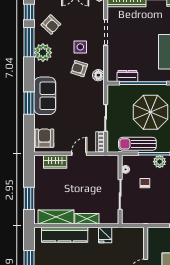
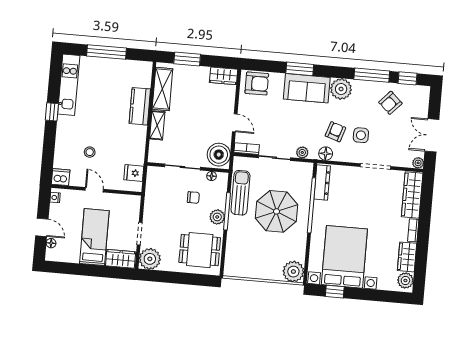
plant: (43, 53) -> (341, 89), moved
dresser: (127, 76) -> (322, 183), width x1.44
plant: (99, 95) -> (302, 152), added
wardrobe: (55, 162) -> (224, 76), moved, turned -90
boiler: (107, 165) -> (219, 155), added
kitchen counter: (65, 235) -> (140, 106), width x0.67
fridge: (105, 235) -> (134, 173), moved

